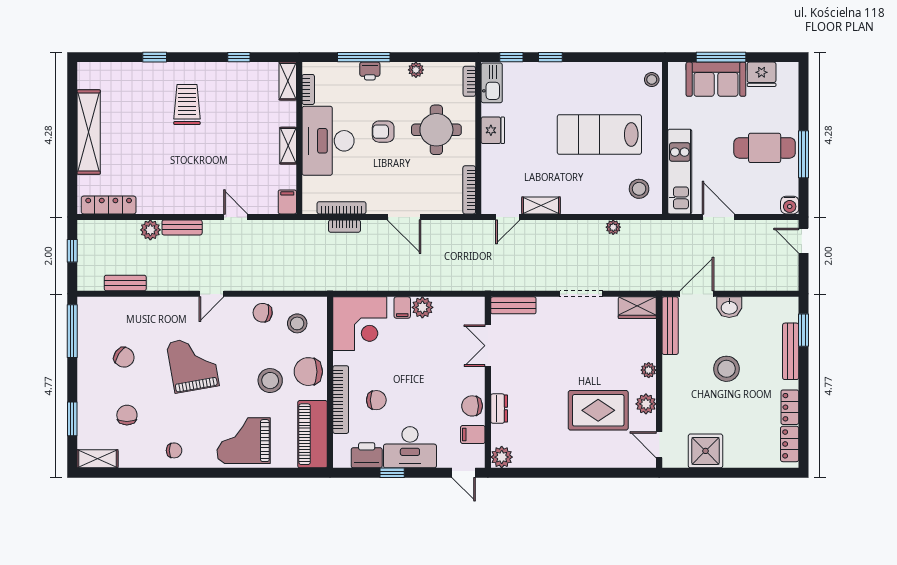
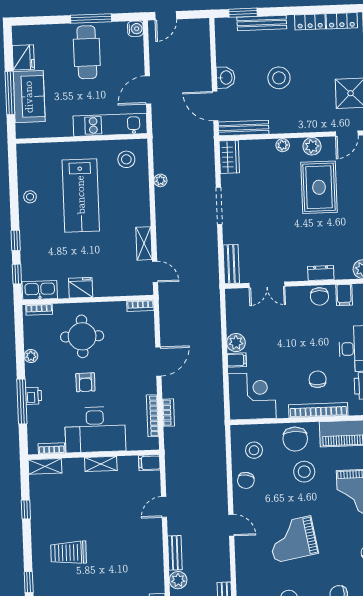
stool: (652, 80) -> (30, 197), moved
bookcase: (469, 190) -> (140, 306), width x0.64

